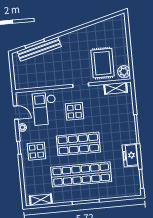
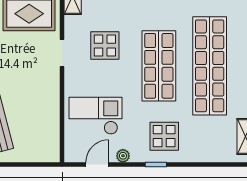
checkout: (45, 109) -> (96, 116), turned 180
display table: (74, 111) -> (105, 46), moved

